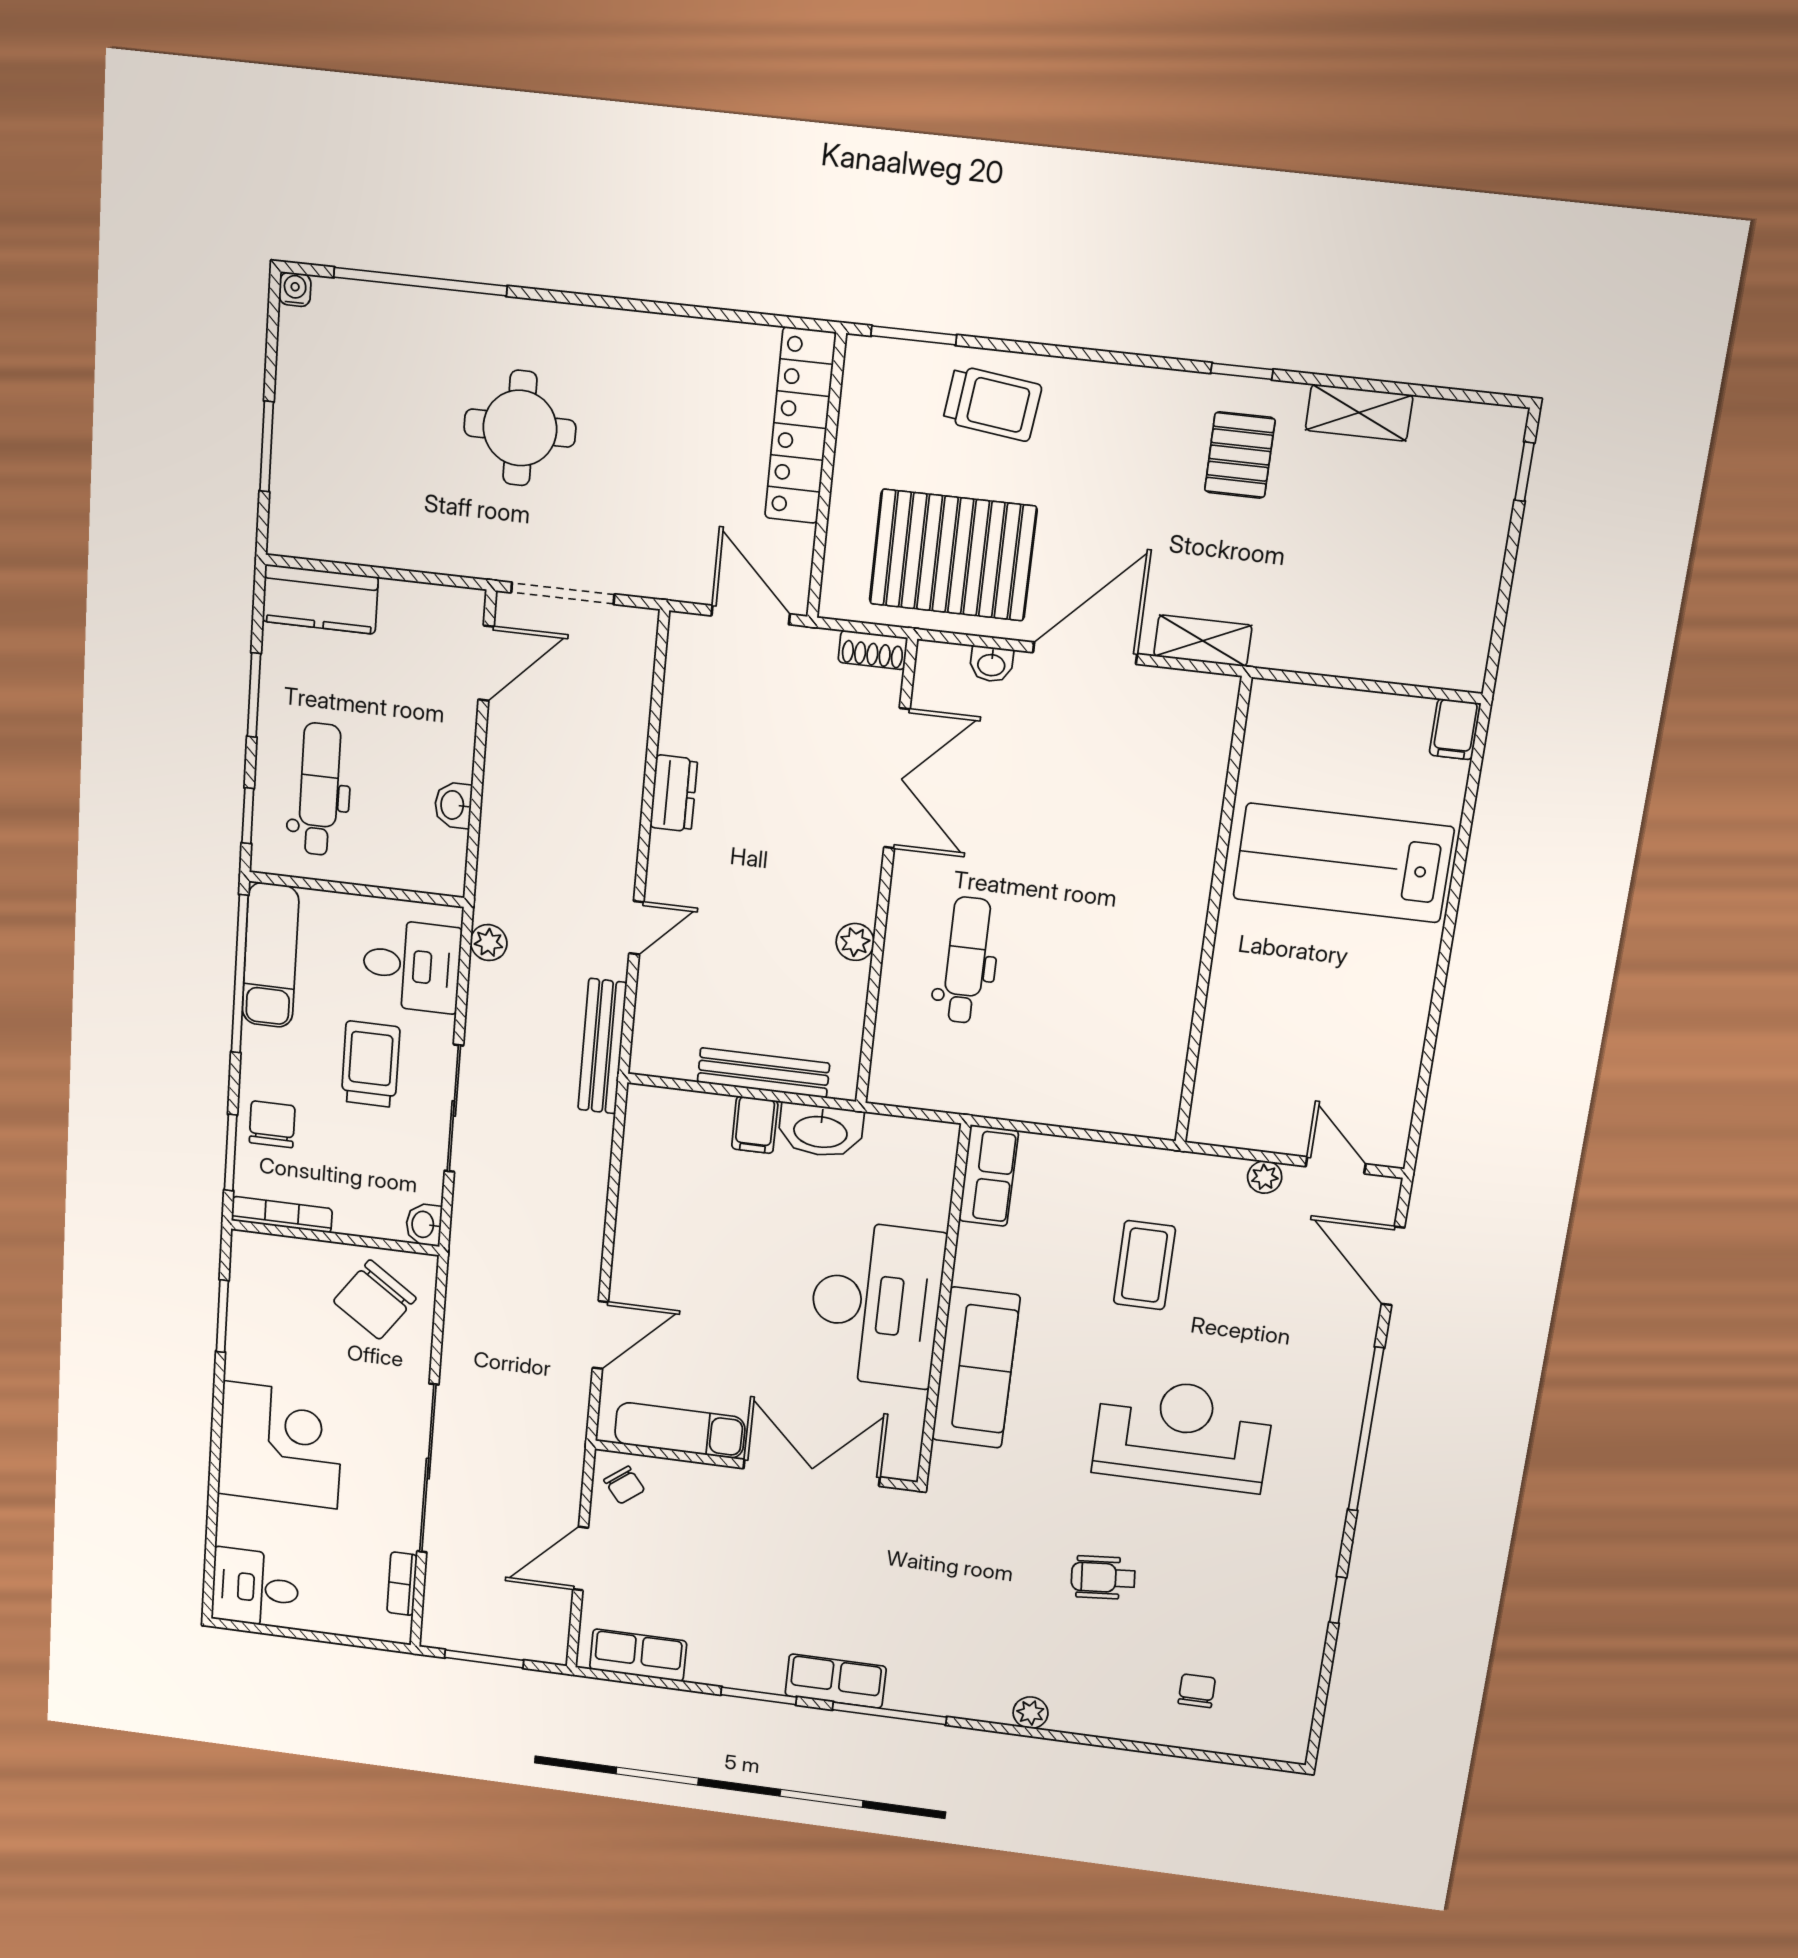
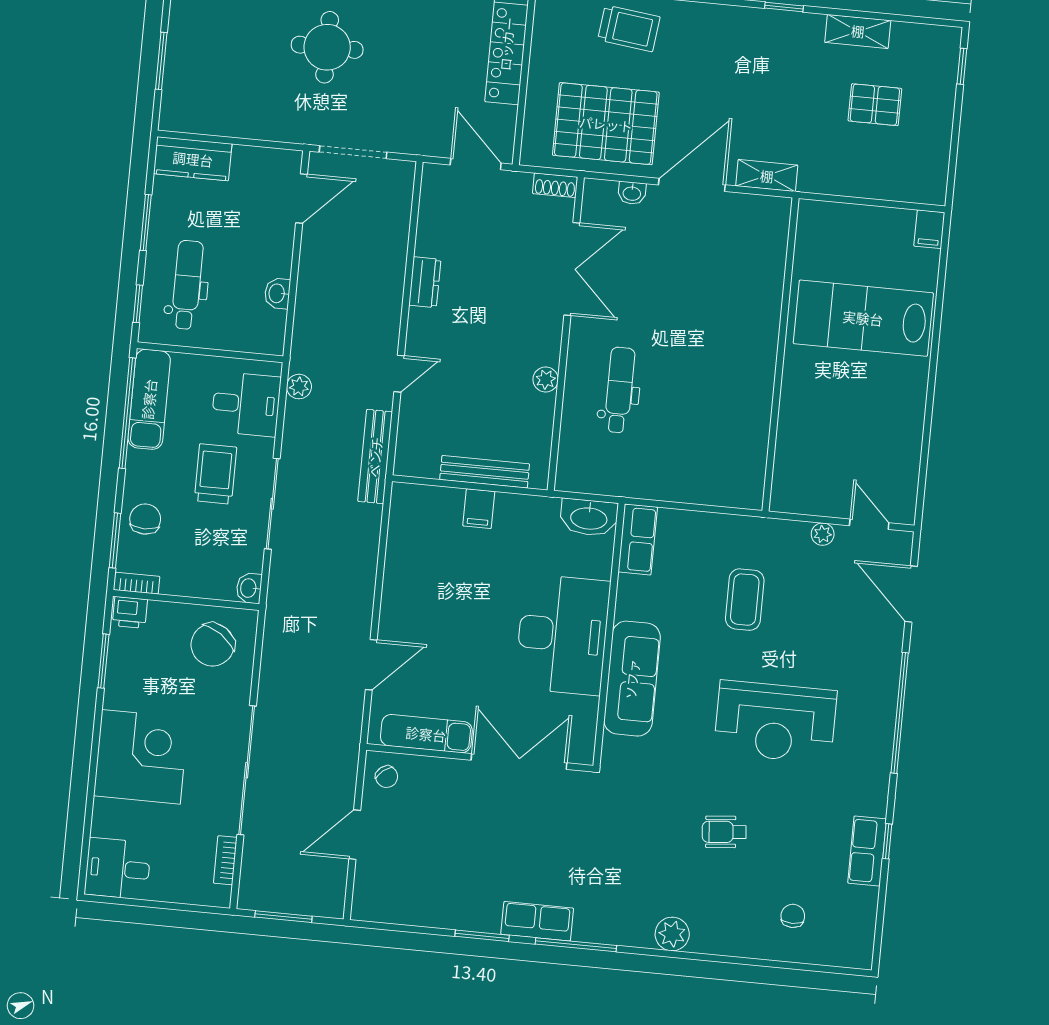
pallet: (1240, 455) -> (875, 105), moved, turned 90
washbasin: (821, 1131) -> (589, 518), moved
bookcase: (282, 1215) -> (137, 583), width x0.64
printer: (256, 1252) -> (130, 612), added
reception desk: (1183, 1434) -> (775, 722), turned 180
row of seats: (638, 1655) -> (867, 851), moved, turned -90
plant: (1031, 1713) -> (672, 934), width x1.38, depth x1.38

